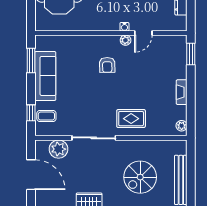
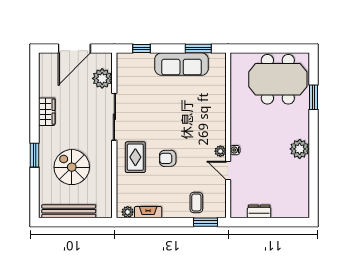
armchair: (107, 65) -> (168, 158), moved
fireplace: (182, 92) -> (148, 212), moved
coffee table: (46, 116) -> (196, 203), moved

